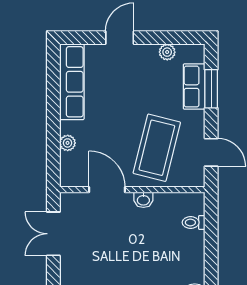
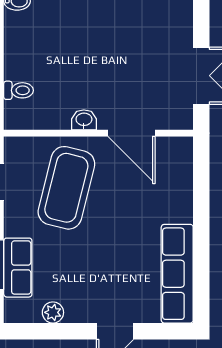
plant: (68, 143) -> (183, 194), removed

